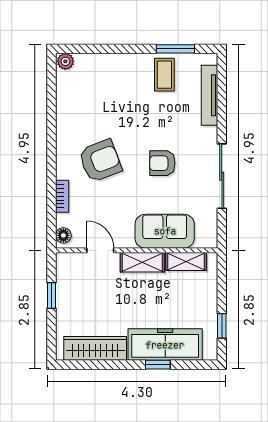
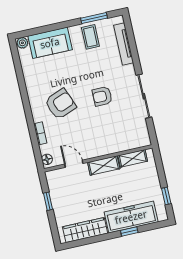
sofa: (165, 231) -> (50, 43), moved, turned 180

